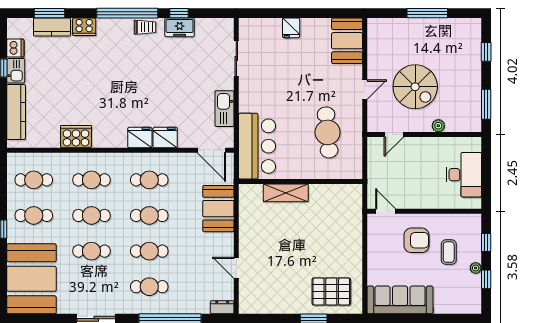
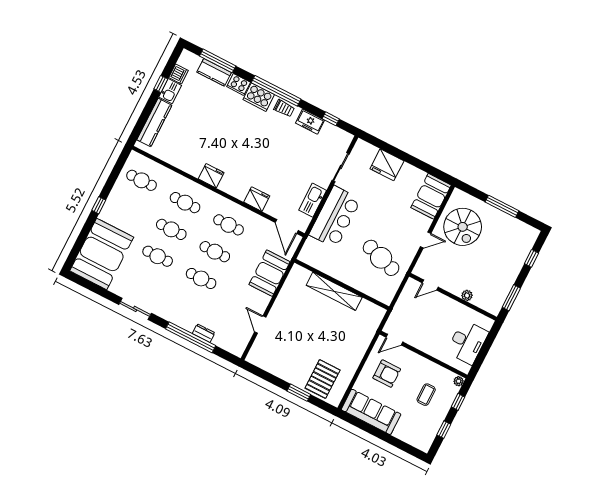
window: (50, 13) -> (218, 61), width x1.44
window: (179, 13) -> (331, 119), moved
fridge: (291, 28) -> (387, 165), width x1.88, depth x1.34
spiral stairs: (415, 87) -> (463, 227), moved
cafe table: (328, 132) -> (381, 258), turned -67
cooker: (76, 137) -> (259, 97), moved, turned 180
fridge: (140, 138) -> (211, 176), moved
bar counter: (257, 146) -> (335, 217), moved
shelving: (286, 193) -> (334, 291), width x1.47
door: (386, 211) -> (394, 340), swing flipped
cafe table: (34, 215) -> (128, 207), removed
armchair: (417, 240) -> (387, 374), moved
plant: (476, 268) -> (459, 381), moved
cafe table: (149, 287) -> (187, 305), removed
pallet: (331, 292) -> (323, 379), turned 90
dresser: (222, 307) -> (204, 333), moved

